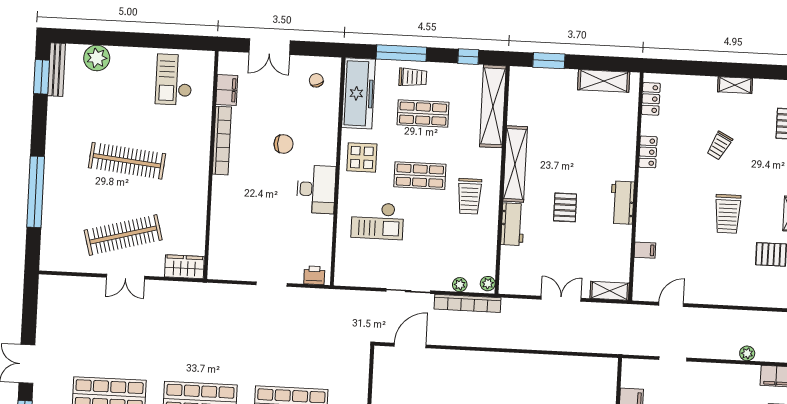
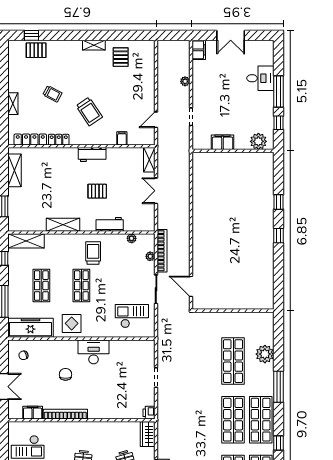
trolley: (413, 77) -> (18, 293), removed
shelving: (735, 85) -> (13, 104), moved
locker: (651, 99) -> (30, 139), width x1.53
shelving: (493, 106) -> (26, 241), width x0.68
shelving: (515, 164) -> (63, 225), width x0.68
trolley: (469, 196) -> (93, 253), turned -90
trolley: (728, 214) -> (89, 111), moved, turned 56
checkout: (377, 221) -> (132, 316), moved, turned -90
printer: (314, 275) -> (149, 413), moved
plant: (488, 284) -> (132, 238), moved
door: (671, 304) -> (156, 120), hinge flipped
plant: (747, 353) -> (185, 81), moved

